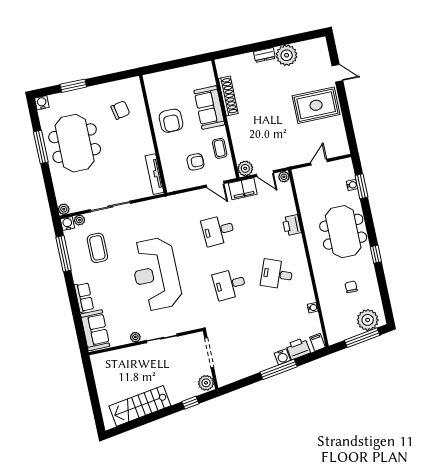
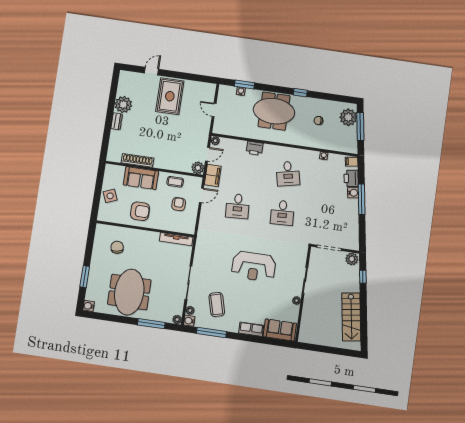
side table: (176, 80) -> (110, 196), added
meeting table: (75, 143) -> (129, 292), turned 90
window: (41, 147) -> (151, 324), moved
coffee table: (97, 248) -> (217, 304), turned 75
reception desk: (156, 274) -> (254, 266), width x0.74, depth x0.77
desk: (277, 274) -> (288, 174), turned -33

